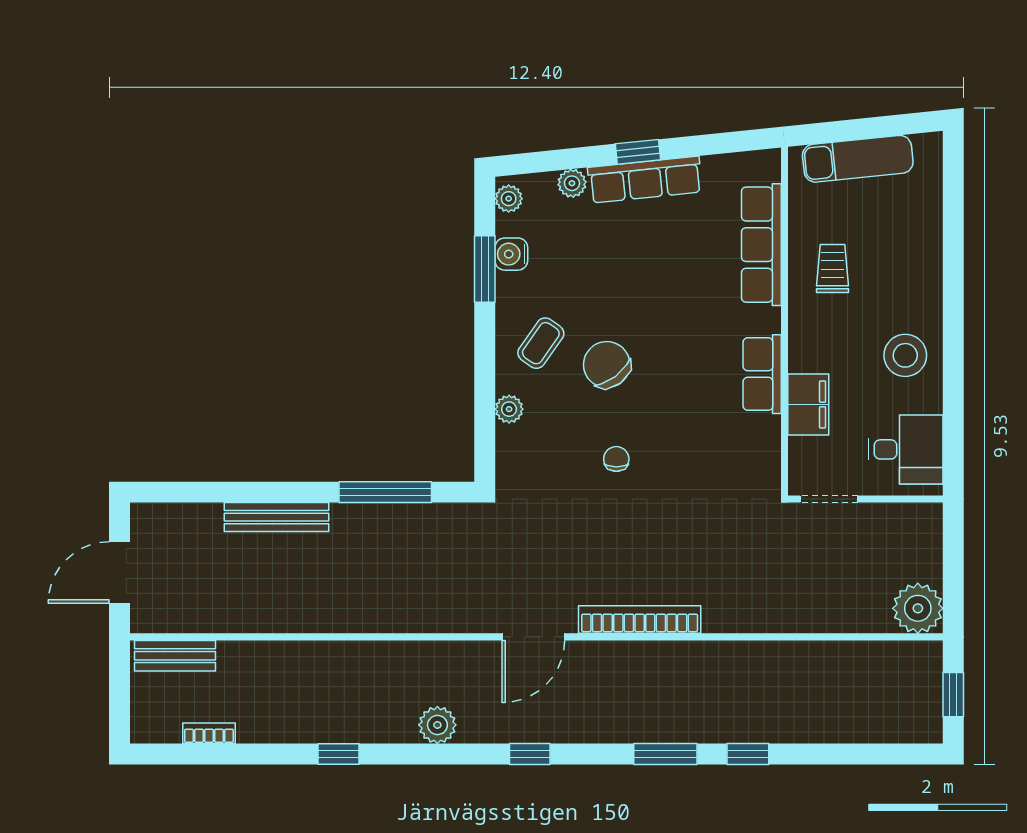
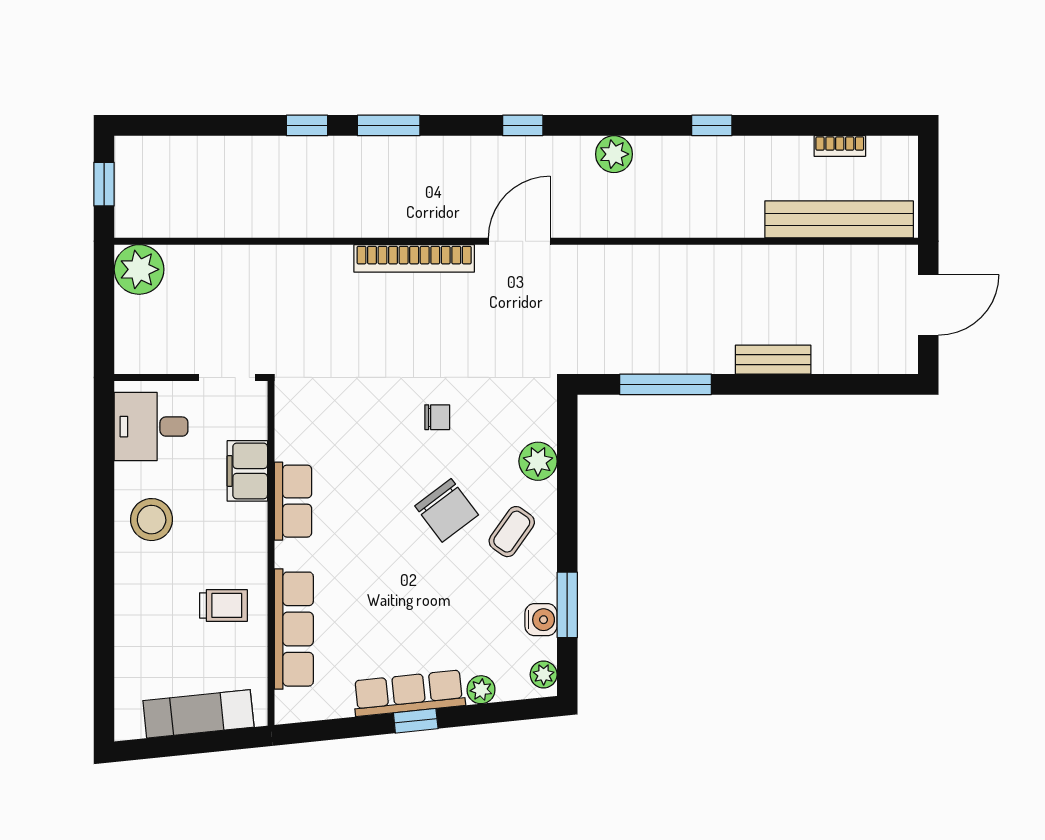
trolley: (832, 268) -> (223, 605), turned -90
plant: (509, 409) -> (538, 461), width x1.38, depth x1.38
chair: (616, 459) -> (437, 417), turned -90
bench: (276, 517) -> (773, 360), width x0.73
bench: (175, 656) -> (839, 219), width x1.86, depth x1.21

